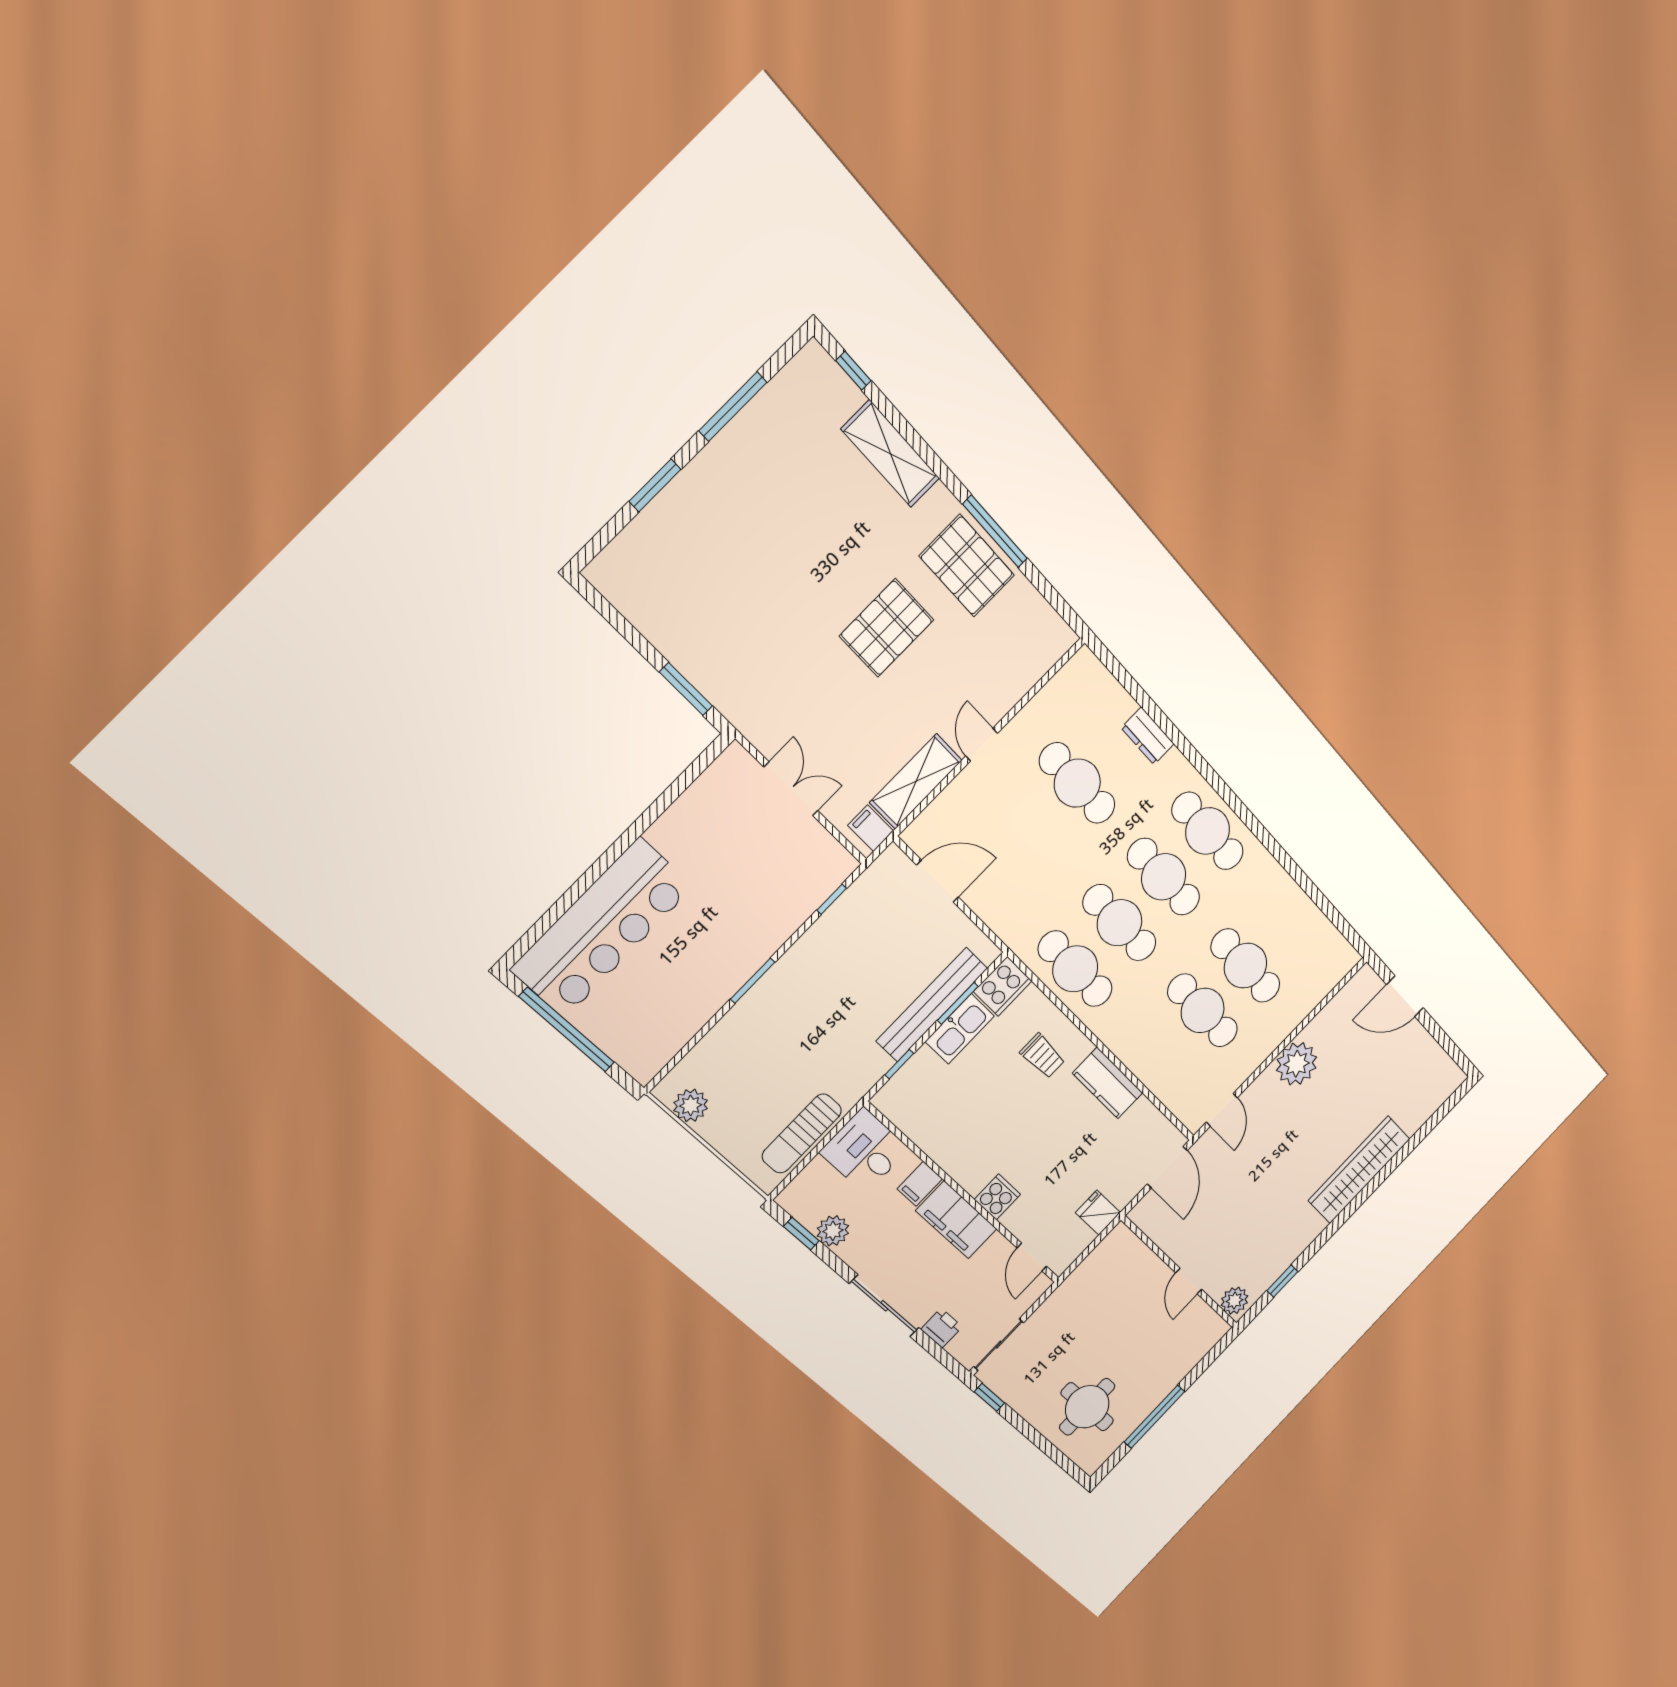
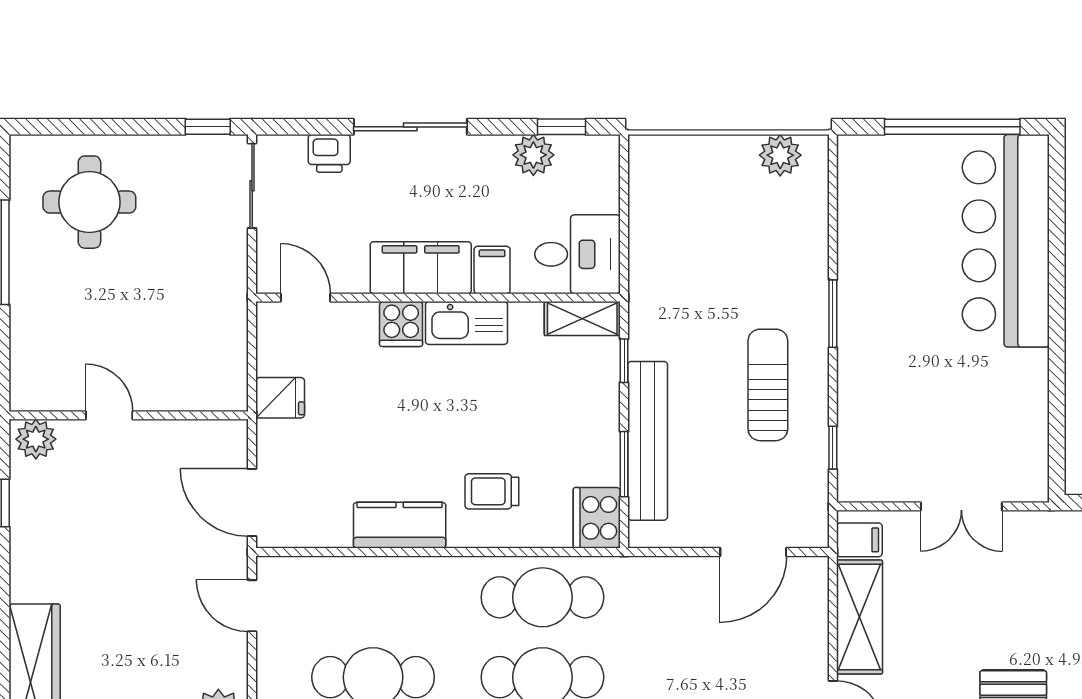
kitchen sink: (960, 1029) -> (466, 323), moved, turned -90
shelving: (898, 1110) -> (582, 319), added
sun lounger: (802, 1133) -> (768, 385), moved

